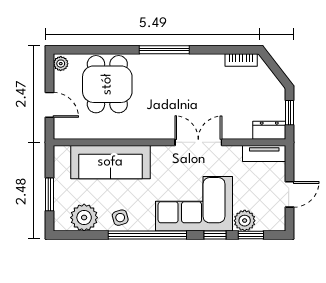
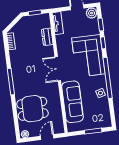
dresser: (269, 130) -> (47, 37), moved
double door: (198, 142) -> (58, 69), moved
plant: (84, 218) -> (103, 112), removed
plant: (245, 221) -> (92, 13), moved

